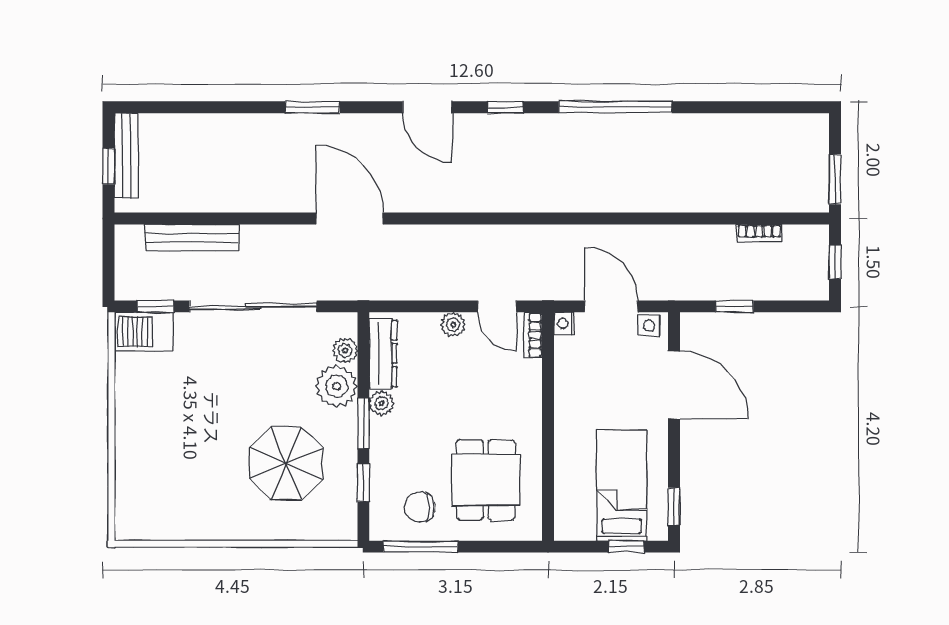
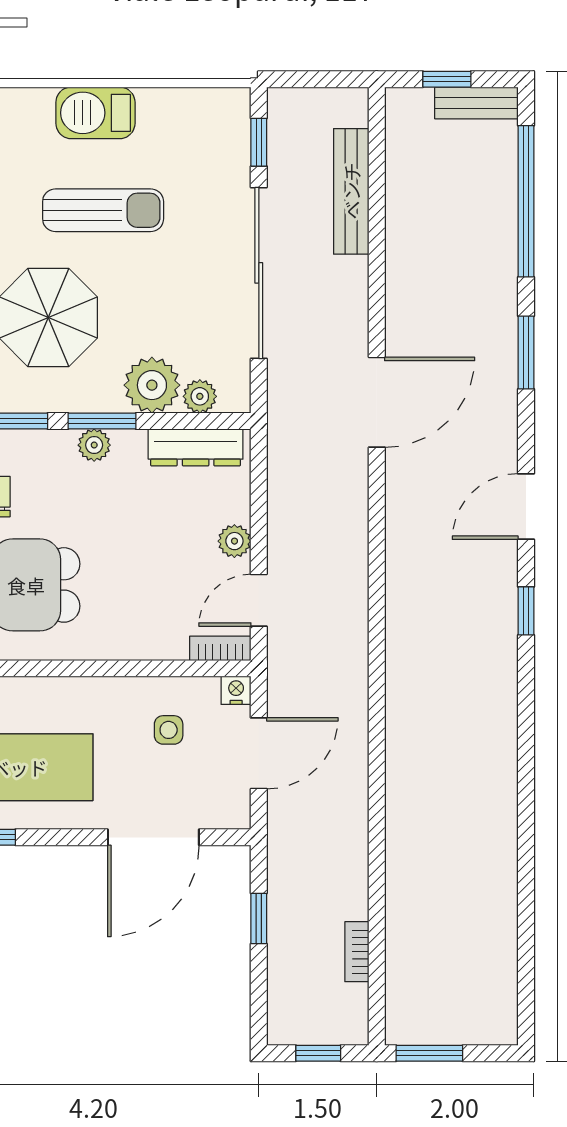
window: (615, 107) -> (526, 201), moved
bench: (126, 155) -> (476, 103), width x0.73
side table: (649, 325) -> (169, 730), moved
barbecue: (144, 332) -> (95, 113), moved, turned -90
plant: (381, 403) -> (94, 445), moved
sun lounger: (206, 423) -> (103, 210), added

